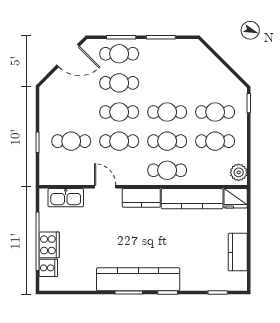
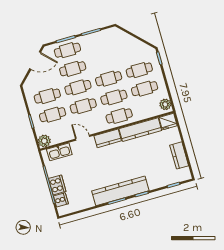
cafe table: (71, 112) -> (47, 96), added
plant: (48, 176) -> (44, 141), added

